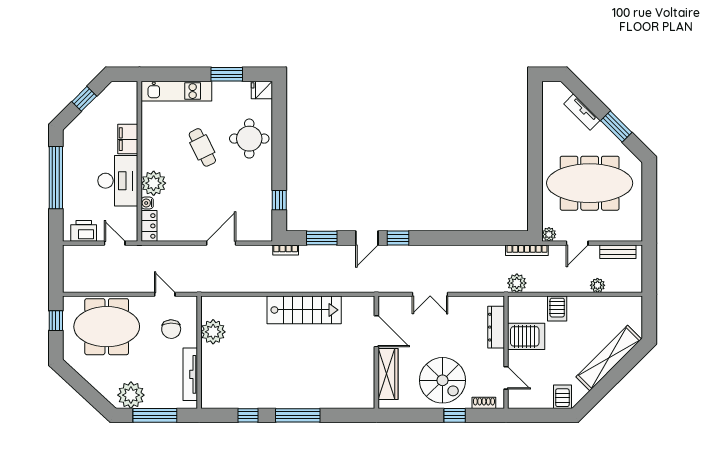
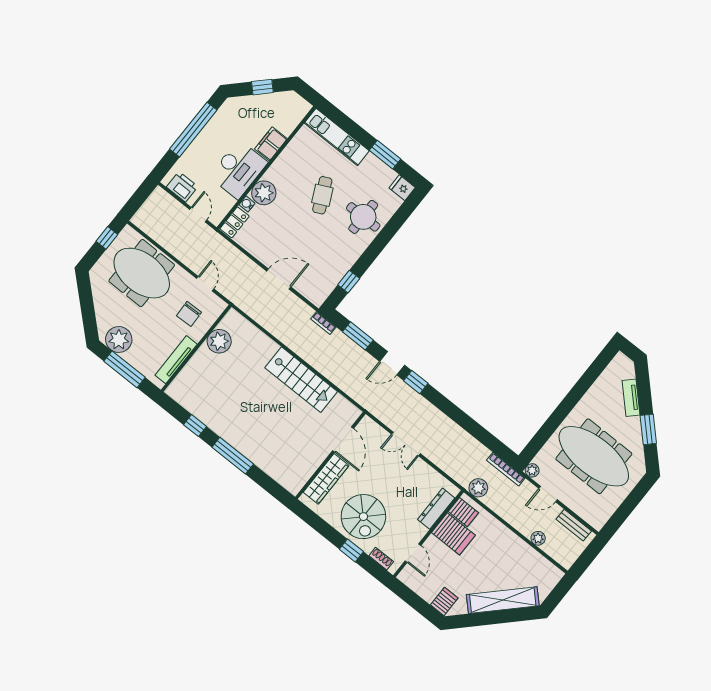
server rack: (557, 309) -> (463, 512), moved, turned -90

